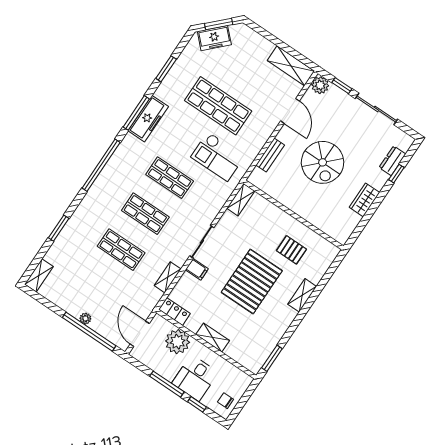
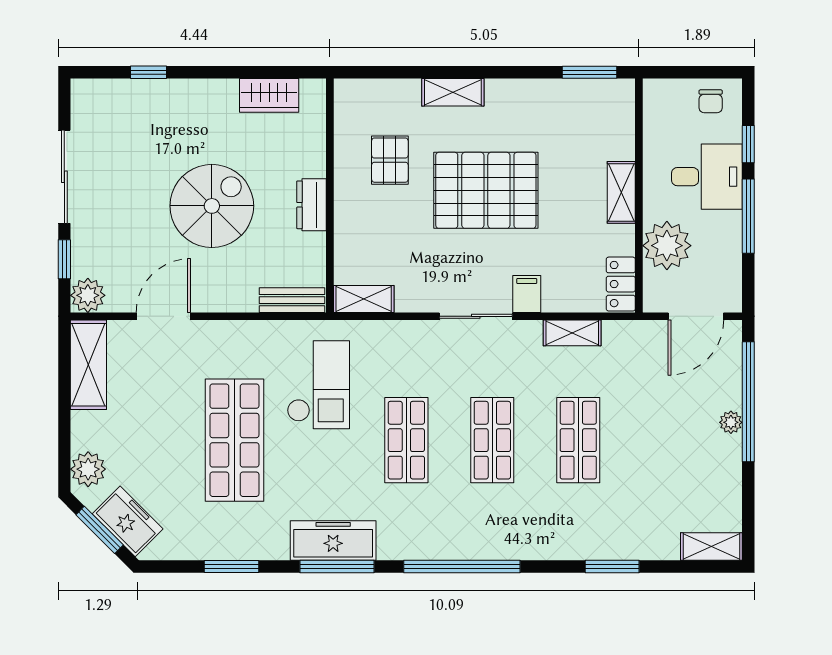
plant: (247, 36) -> (88, 469), added
bench: (270, 155) -> (292, 300), moved
dresser: (392, 161) -> (312, 205), moved, turned 90
wardrobe: (365, 200) -> (269, 95), moved

